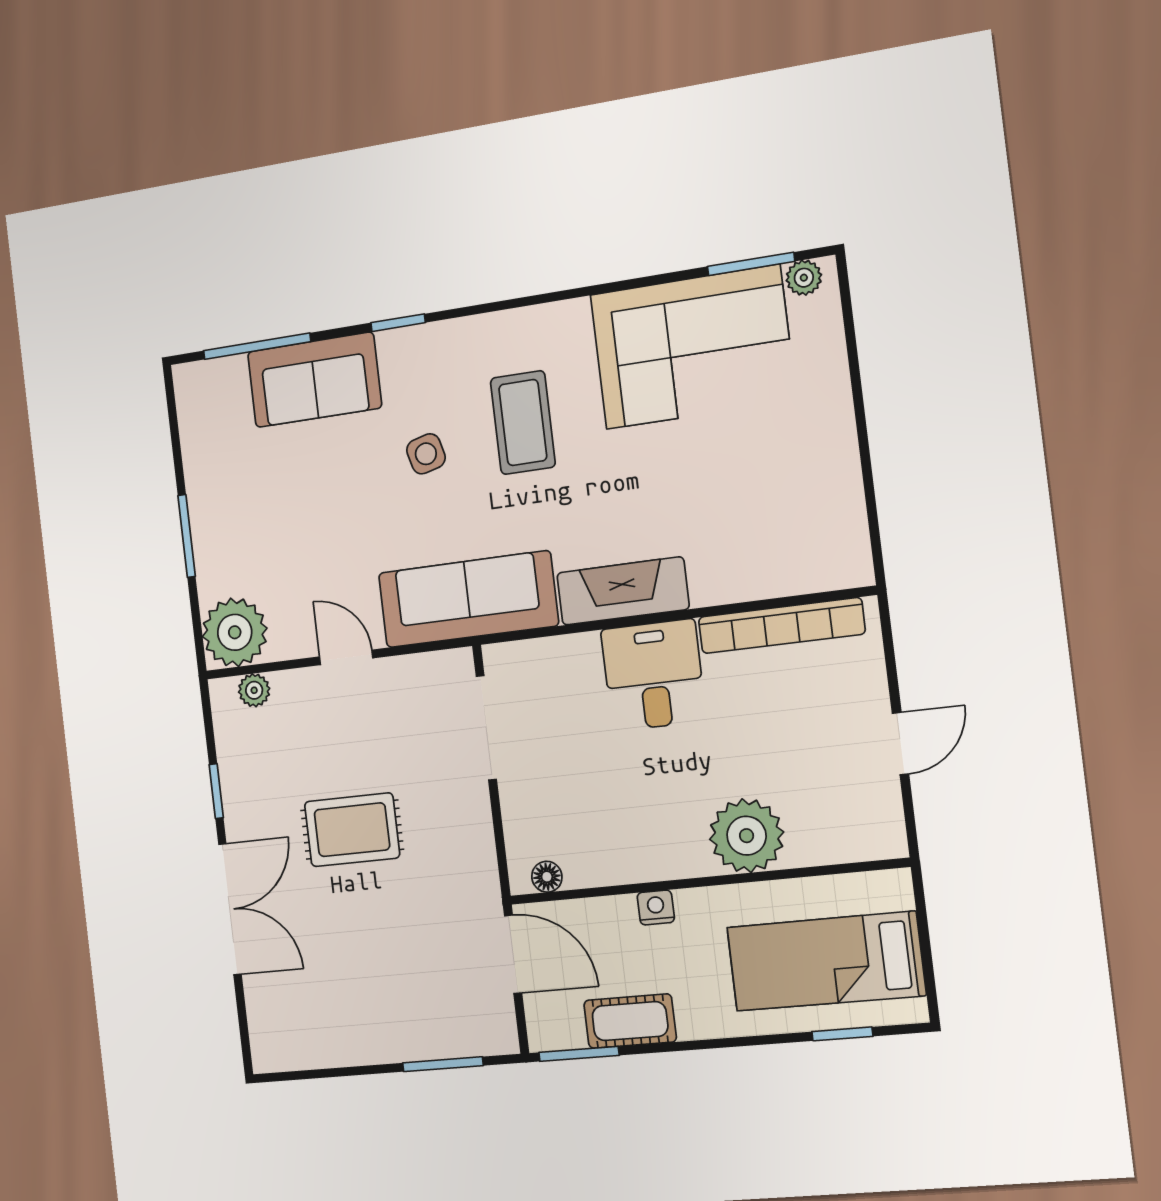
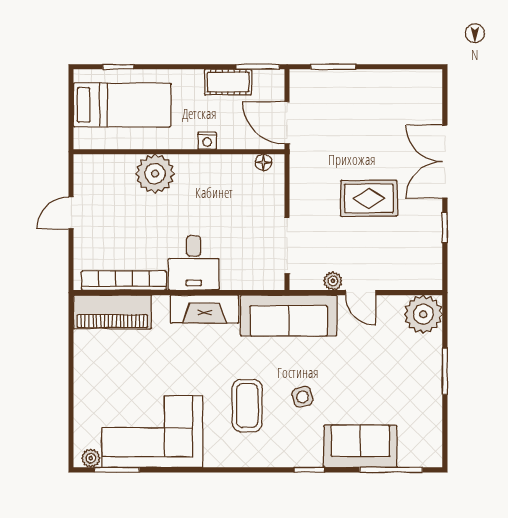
piano: (796, 563) -> (112, 312), added
plant: (254, 690) -> (333, 281), moved

